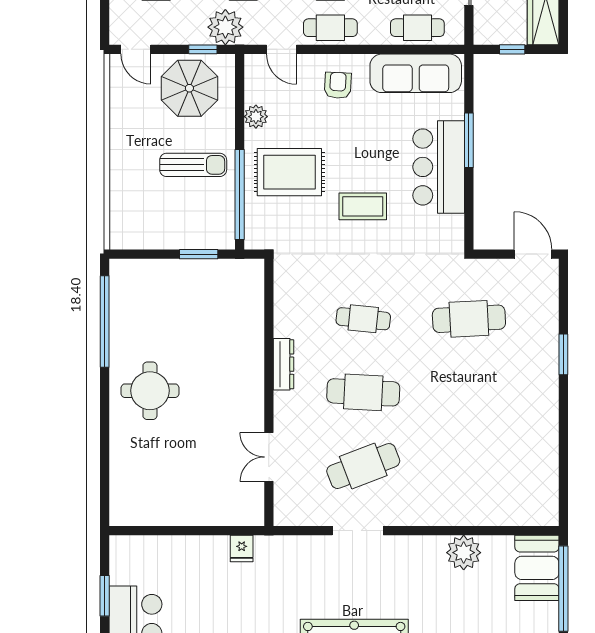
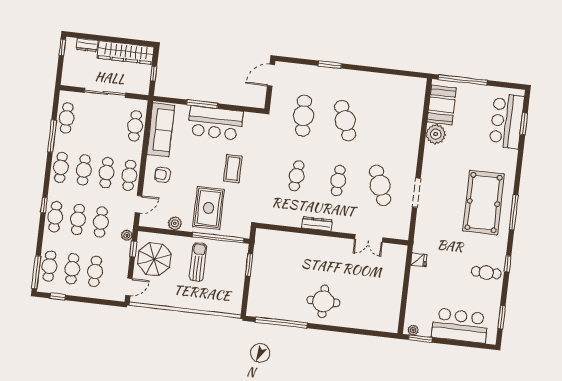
plant: (225, 27) -> (127, 235), width x0.53, depth x0.53
cafe table: (363, 392) -> (338, 181), width x0.73, depth x0.74
cafe table: (469, 392) -> (345, 121), added
plant: (118, 553) -> (413, 330), added
booth: (537, 568) -> (442, 105), moved, turned 90
window: (105, 596) -> (420, 339), moved

